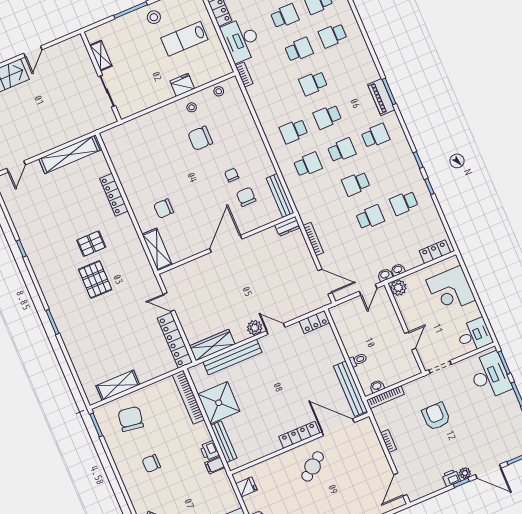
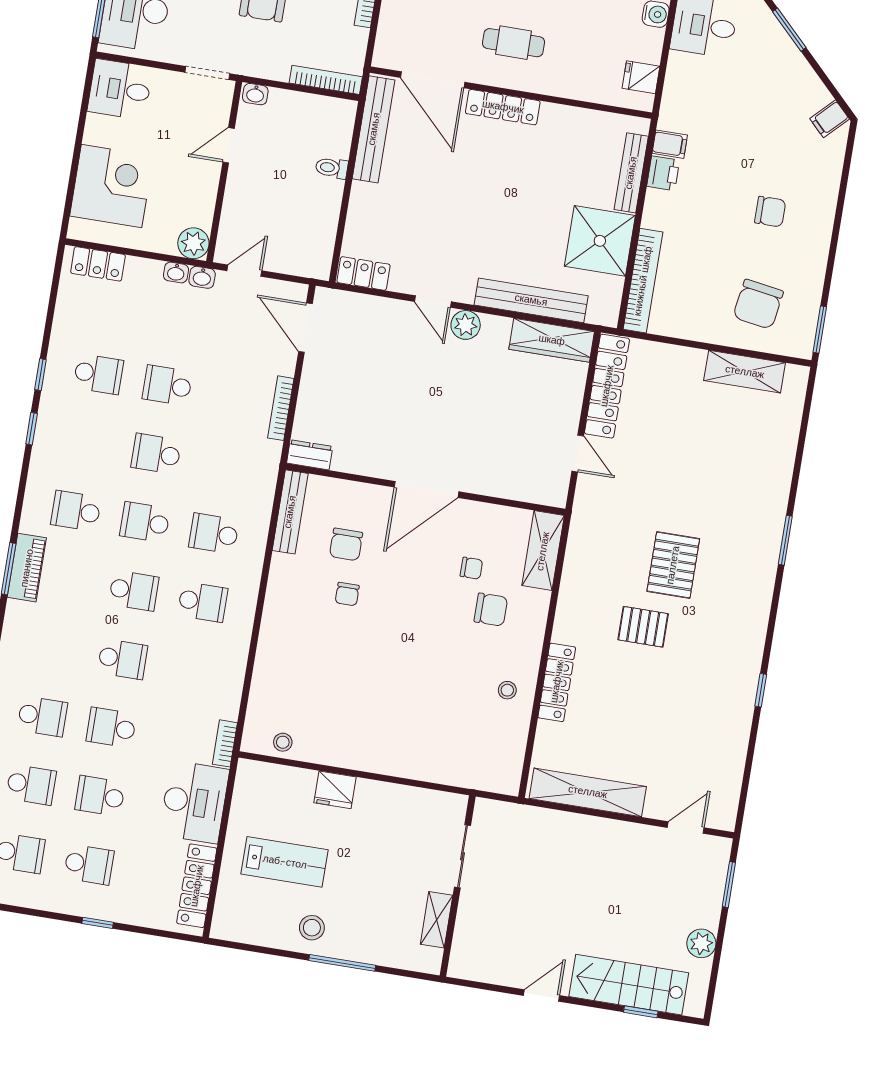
stool: (192, 107) -> (507, 690), moved
chair: (200, 138) -> (471, 568), moved, width x0.54, depth x0.54
school desk: (356, 184) -> (156, 454), turned 180
washbasin: (377, 386) -> (255, 94), moved
cafe table: (313, 466) -> (514, 43), turned 38

